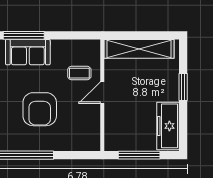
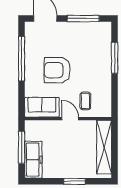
sofa: (28, 52) -> (42, 107), moved, turned 90
freezer: (168, 126) -> (33, 160), moved, turned 90

